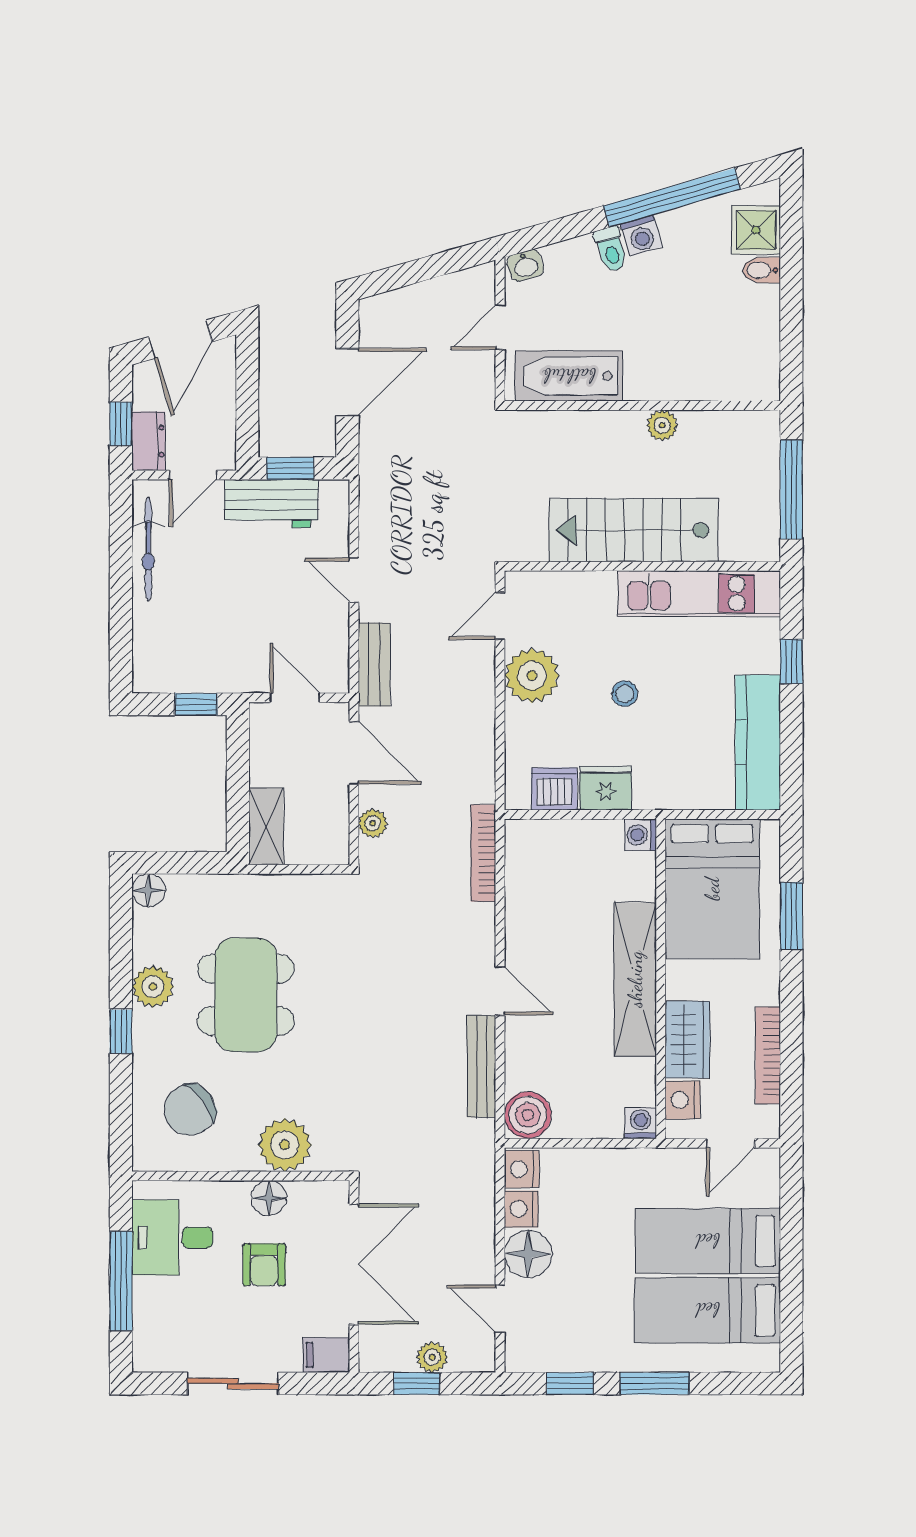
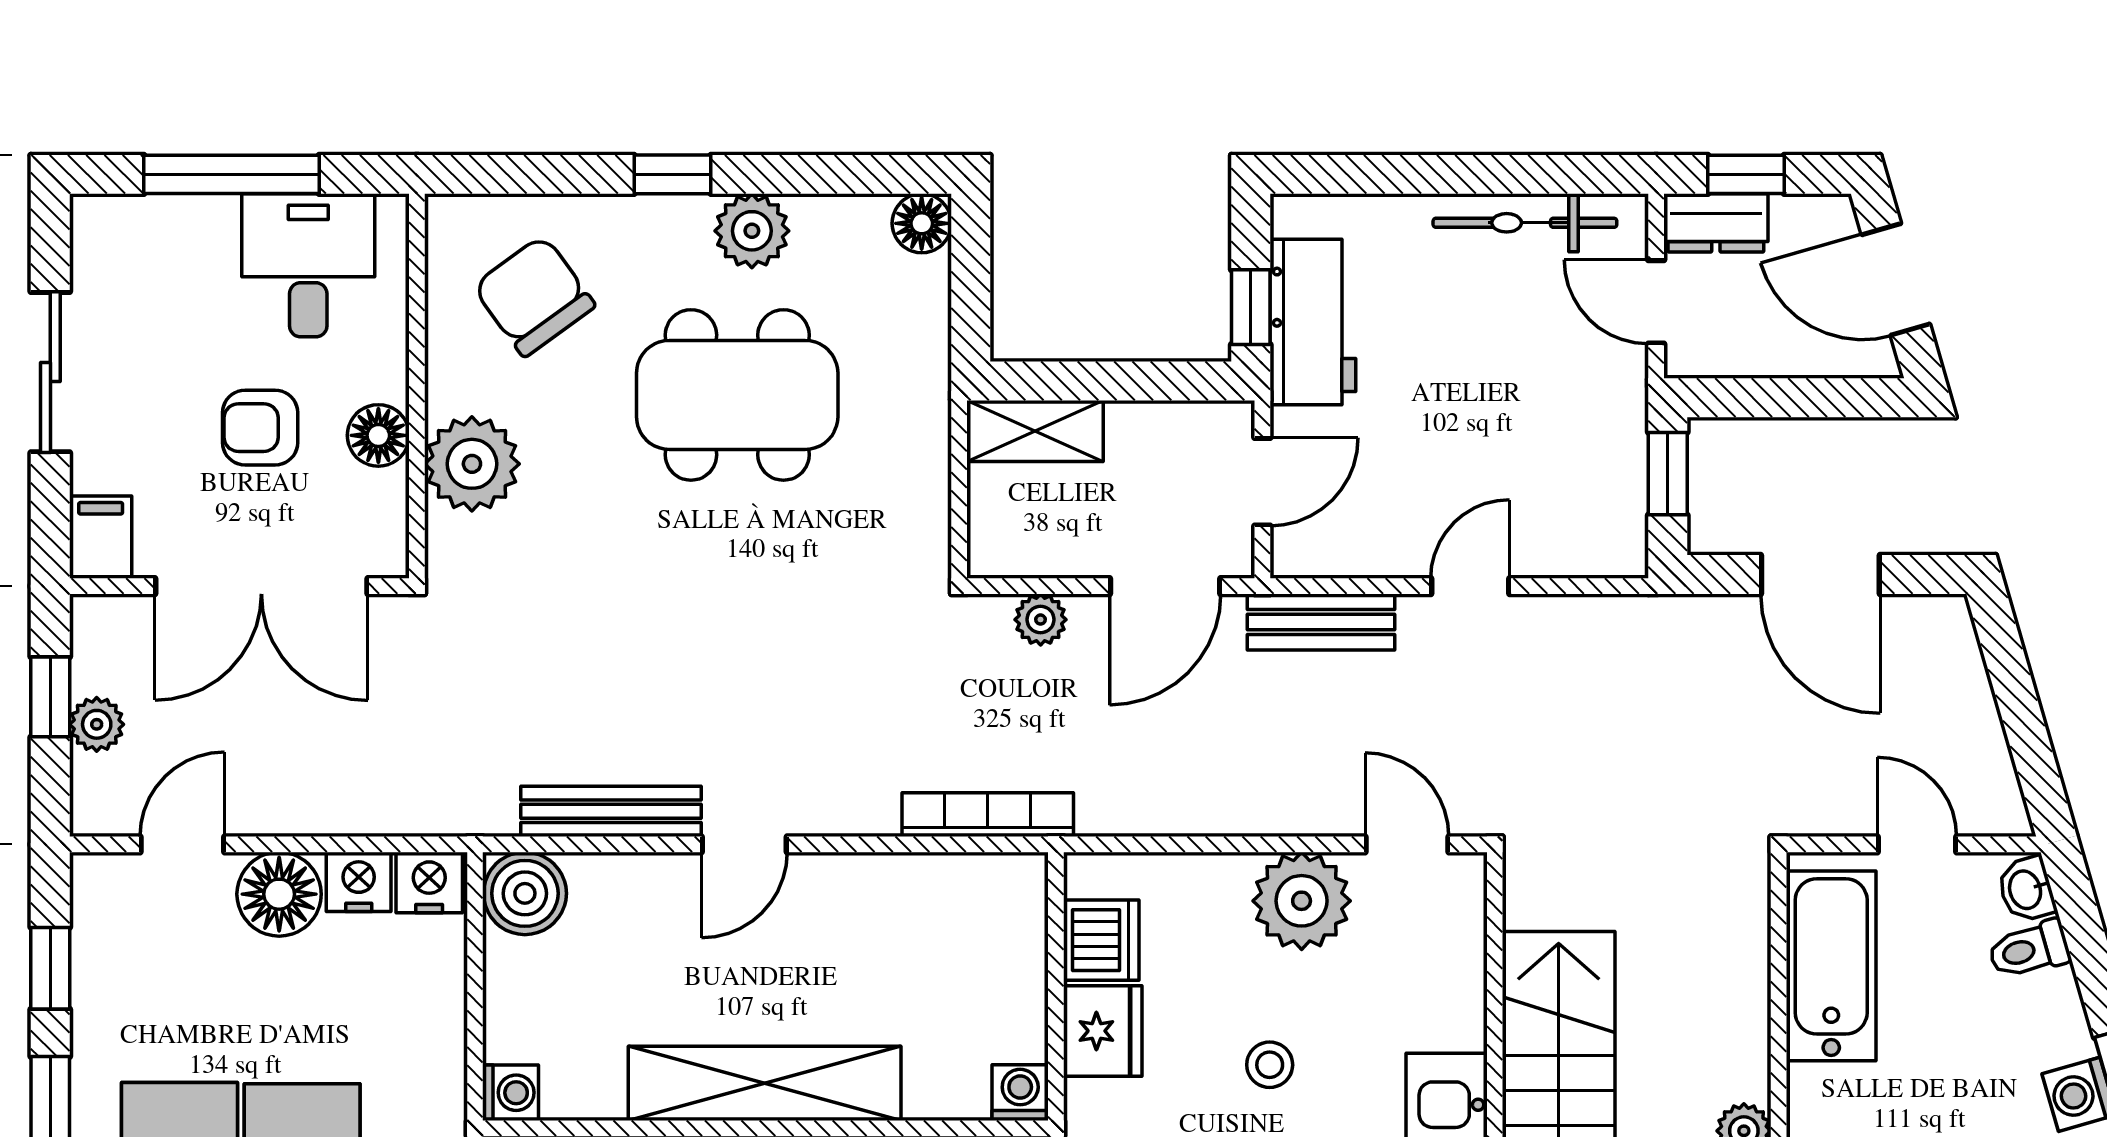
toilet: (611, 249) -> (2029, 950), moved
workbench: (271, 504) -> (1313, 322), moved, turned 180

